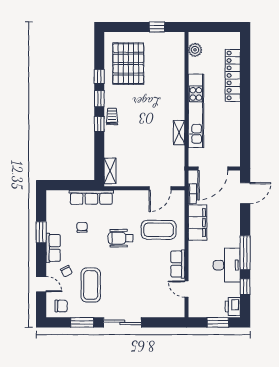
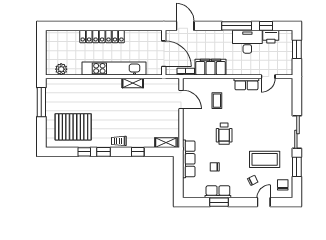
window: (157, 27) -> (41, 102), width x2.17
locker: (233, 75) -> (102, 37), moved
window: (99, 124) -> (138, 152), moved
coffee table: (159, 230) -> (217, 101), width x0.54, depth x0.58
row of seats: (53, 248) -> (218, 192), moved
printer: (233, 306) -> (271, 37), moved

